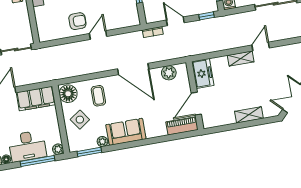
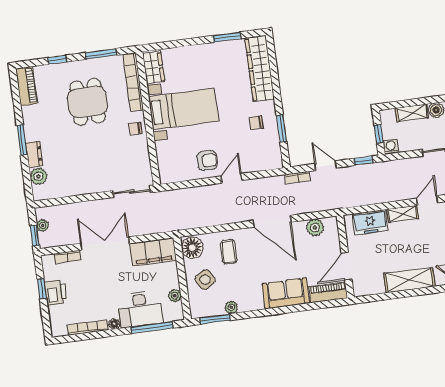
freezer: (203, 73) -> (370, 222), moved, turned 90
shelving: (249, 115) -> (409, 280), width x1.50, depth x1.33
sofa: (126, 132) -> (286, 293), moved
plant: (58, 149) -> (175, 296), moved

